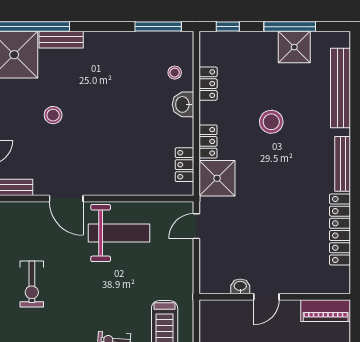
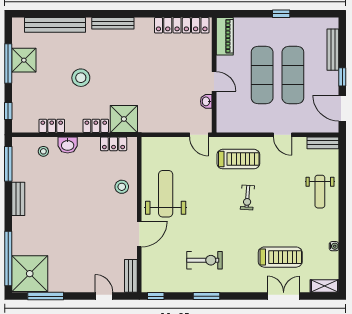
bench: (61, 40) -> (18, 199), moved
stool: (53, 115) -> (122, 187), moved
door: (196, 226) -> (199, 135), moved
locker: (340, 229) -> (182, 25), moved

